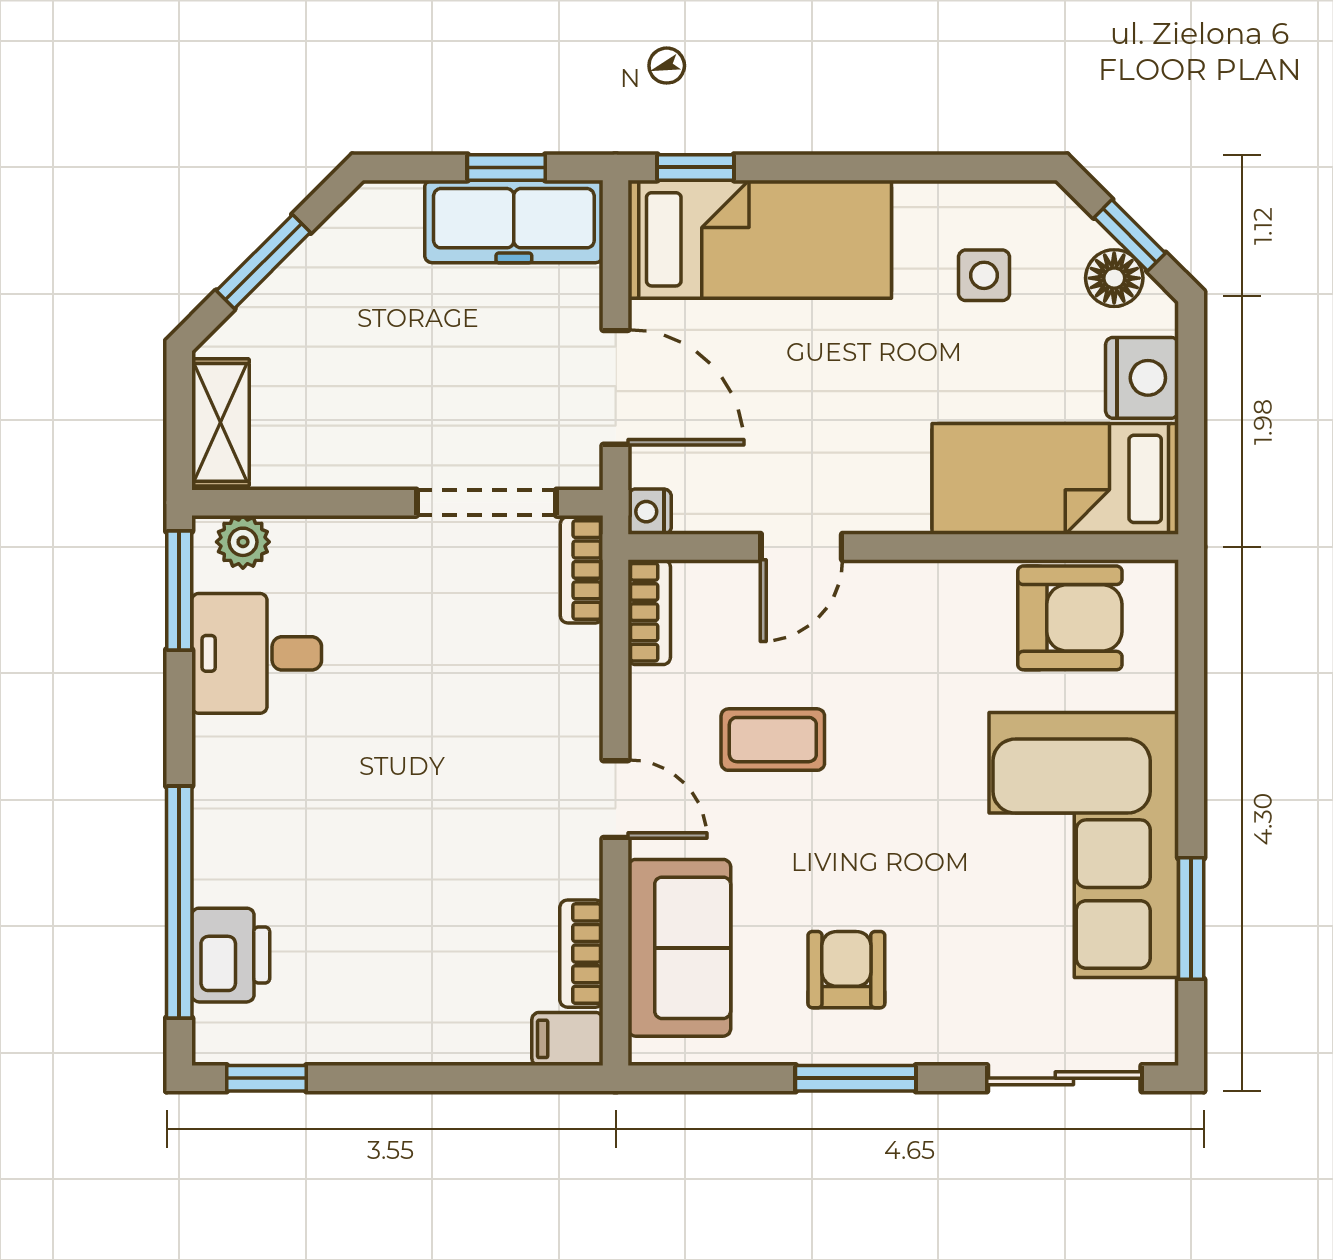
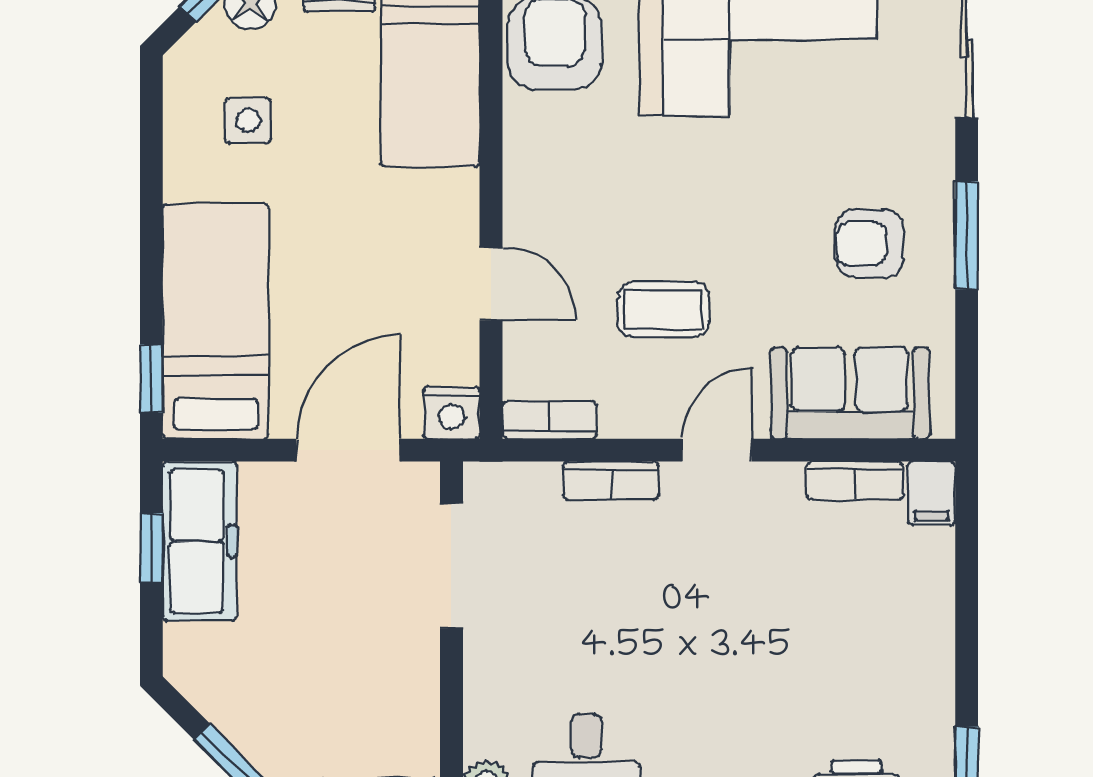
nightstand: (650, 512) -> (452, 413), width x1.39, depth x1.35
bookcase: (582, 570) -> (611, 481), moved
coffee table: (773, 740) -> (663, 309), turned 90

